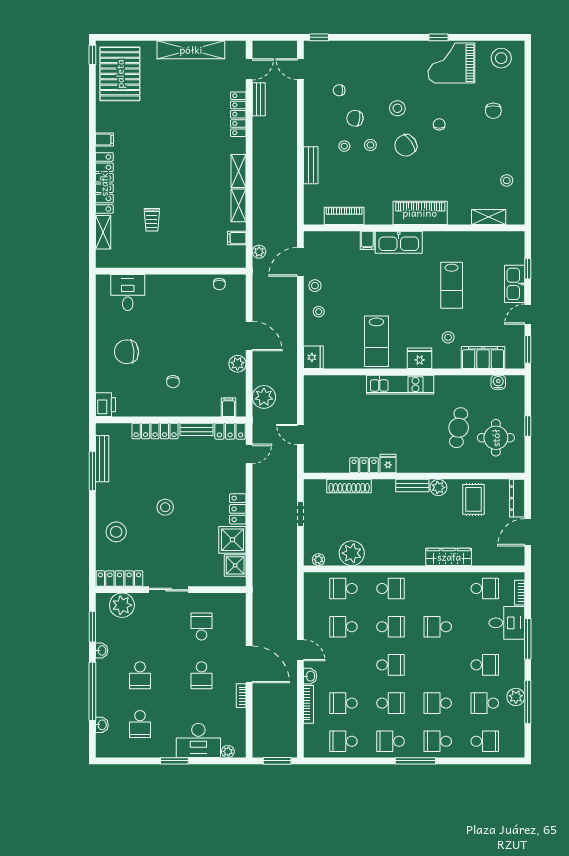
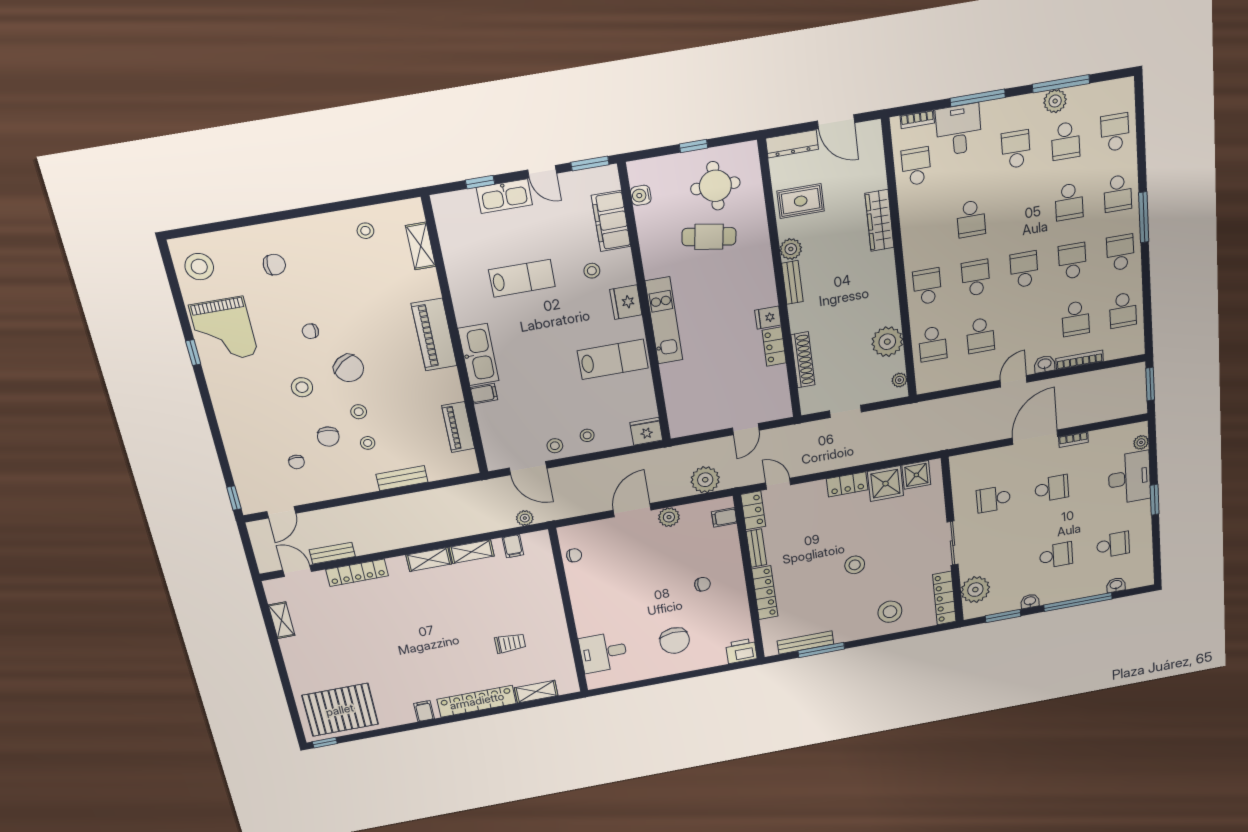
shelving: (191, 50) -> (282, 620), width x0.45, depth x0.75
school desk: (391, 741) -> (1120, 253), turned 180

